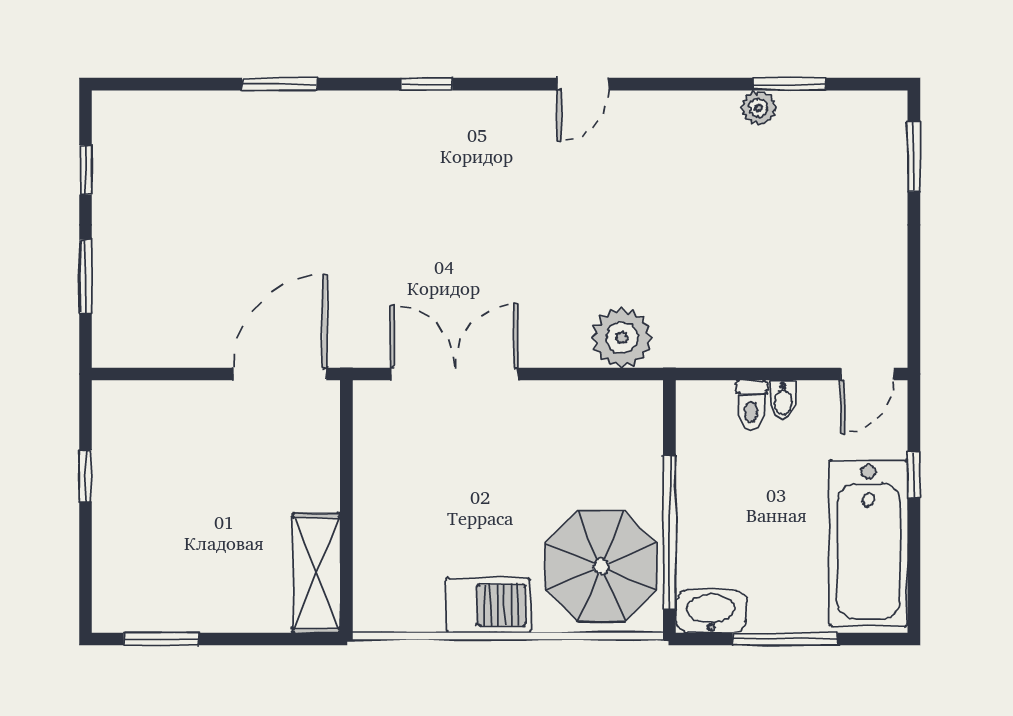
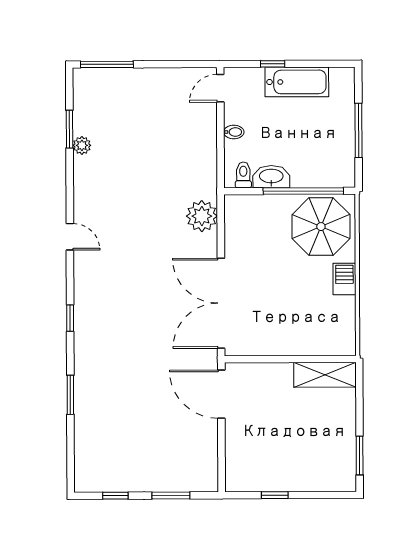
window: (914, 156) -> (107, 64), width x1.44
double door: (454, 374) -> (221, 303), width x1.36
door: (867, 374) -> (220, 88), swing flipped
toilet: (751, 405) -> (243, 175), moved, turned -90
bathtub: (868, 543) -> (297, 82), width x0.73, depth x0.73
barbecue: (488, 605) -> (344, 279), width x0.73, depth x0.79
washbasin: (711, 611) -> (271, 177), moved, turned 90

